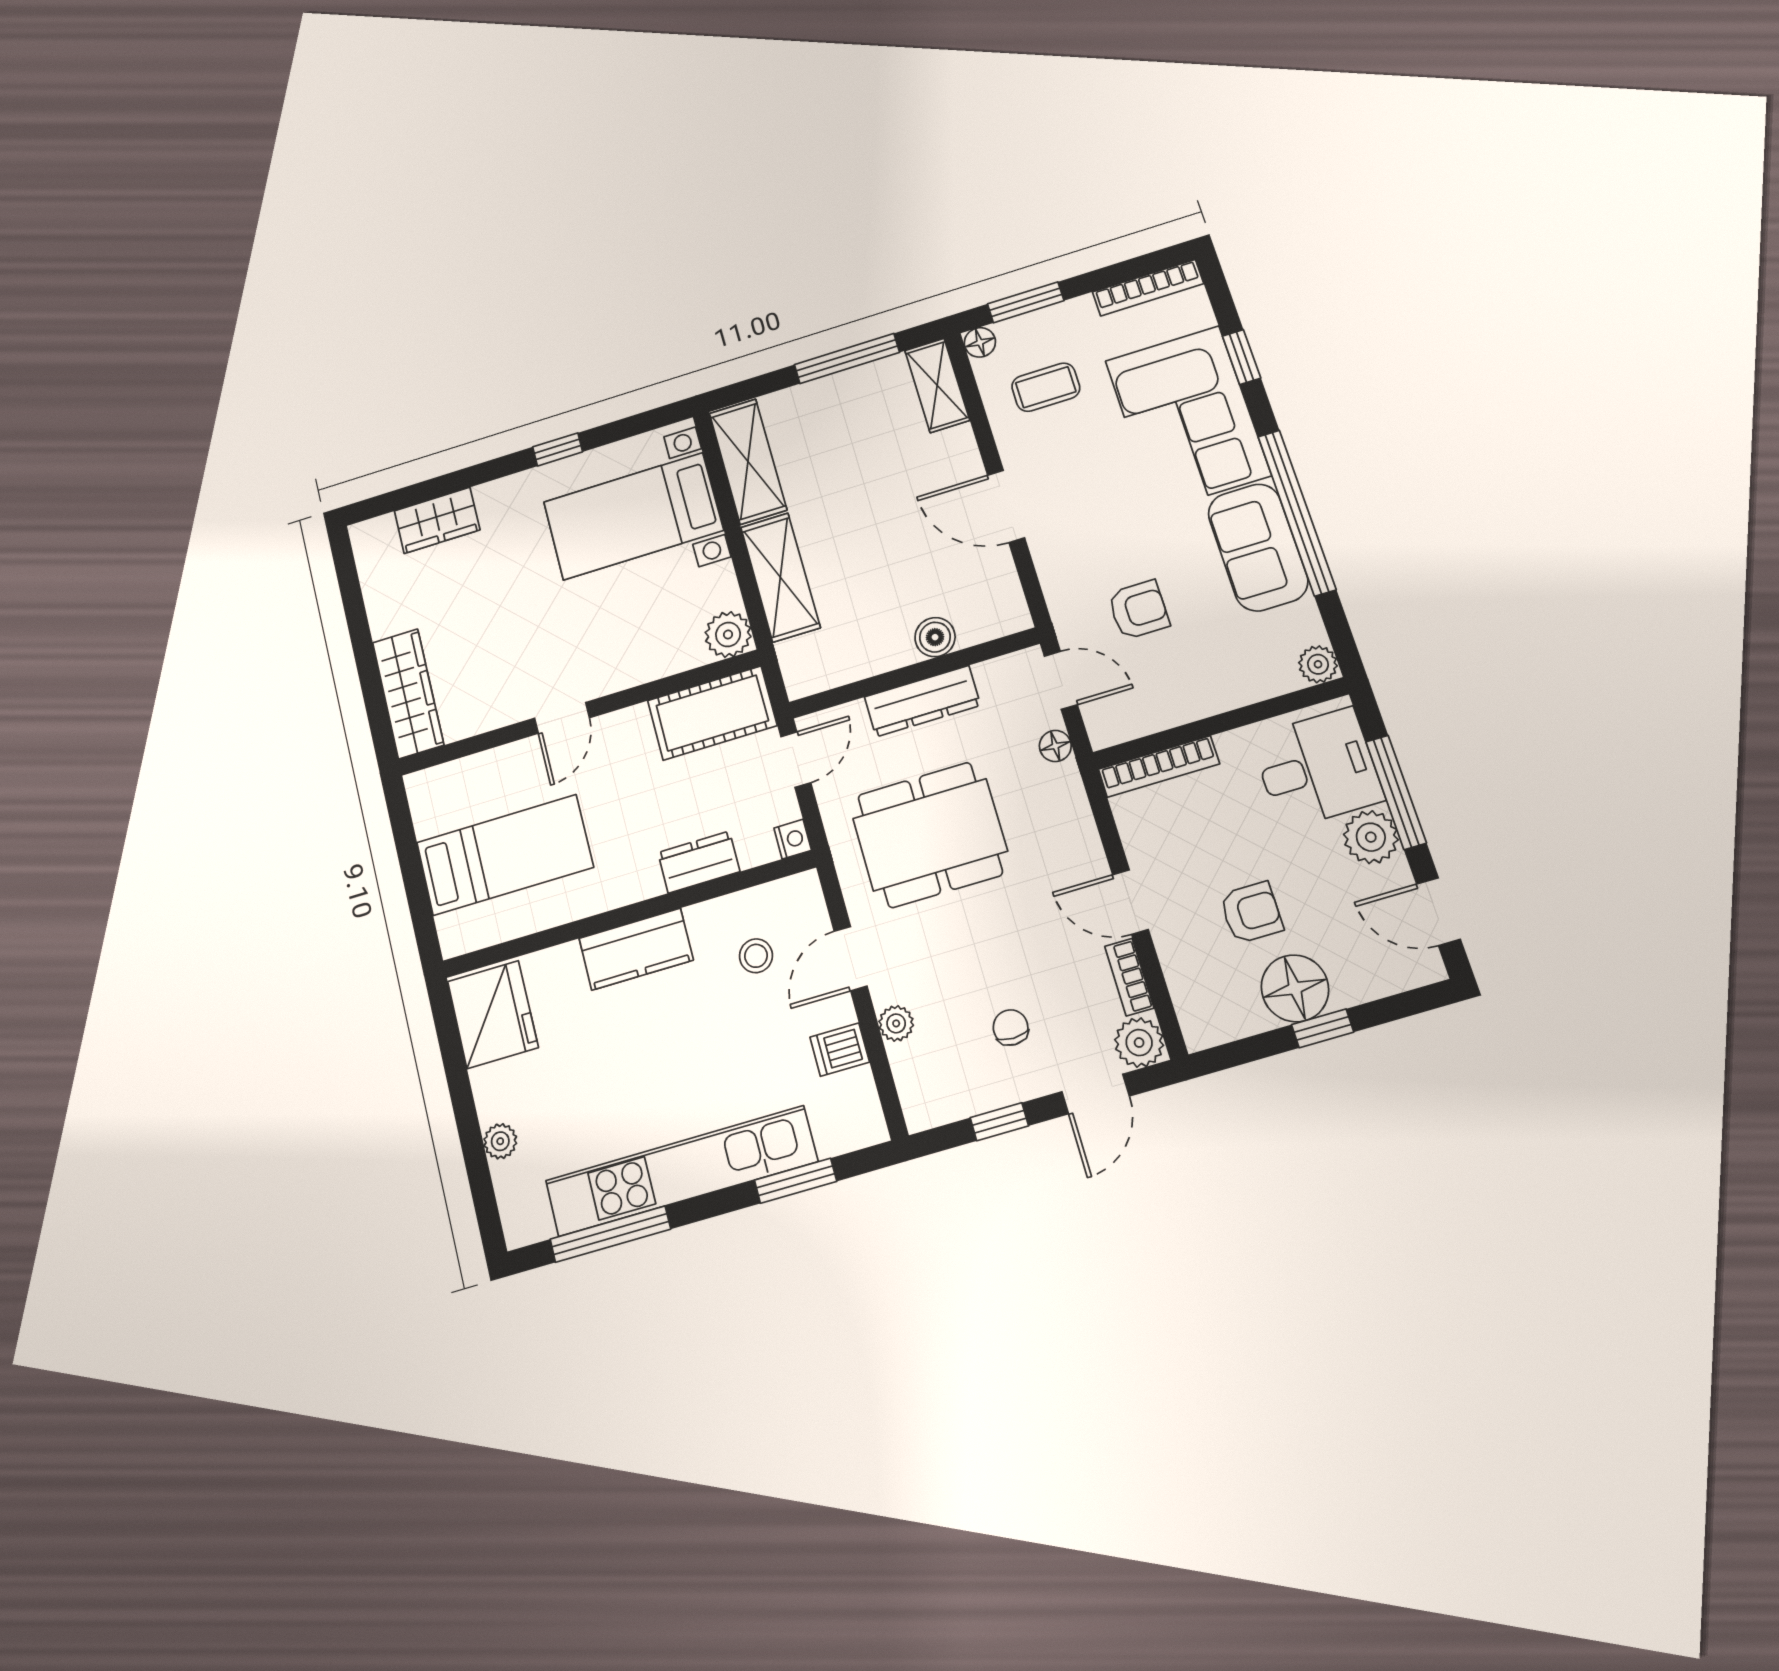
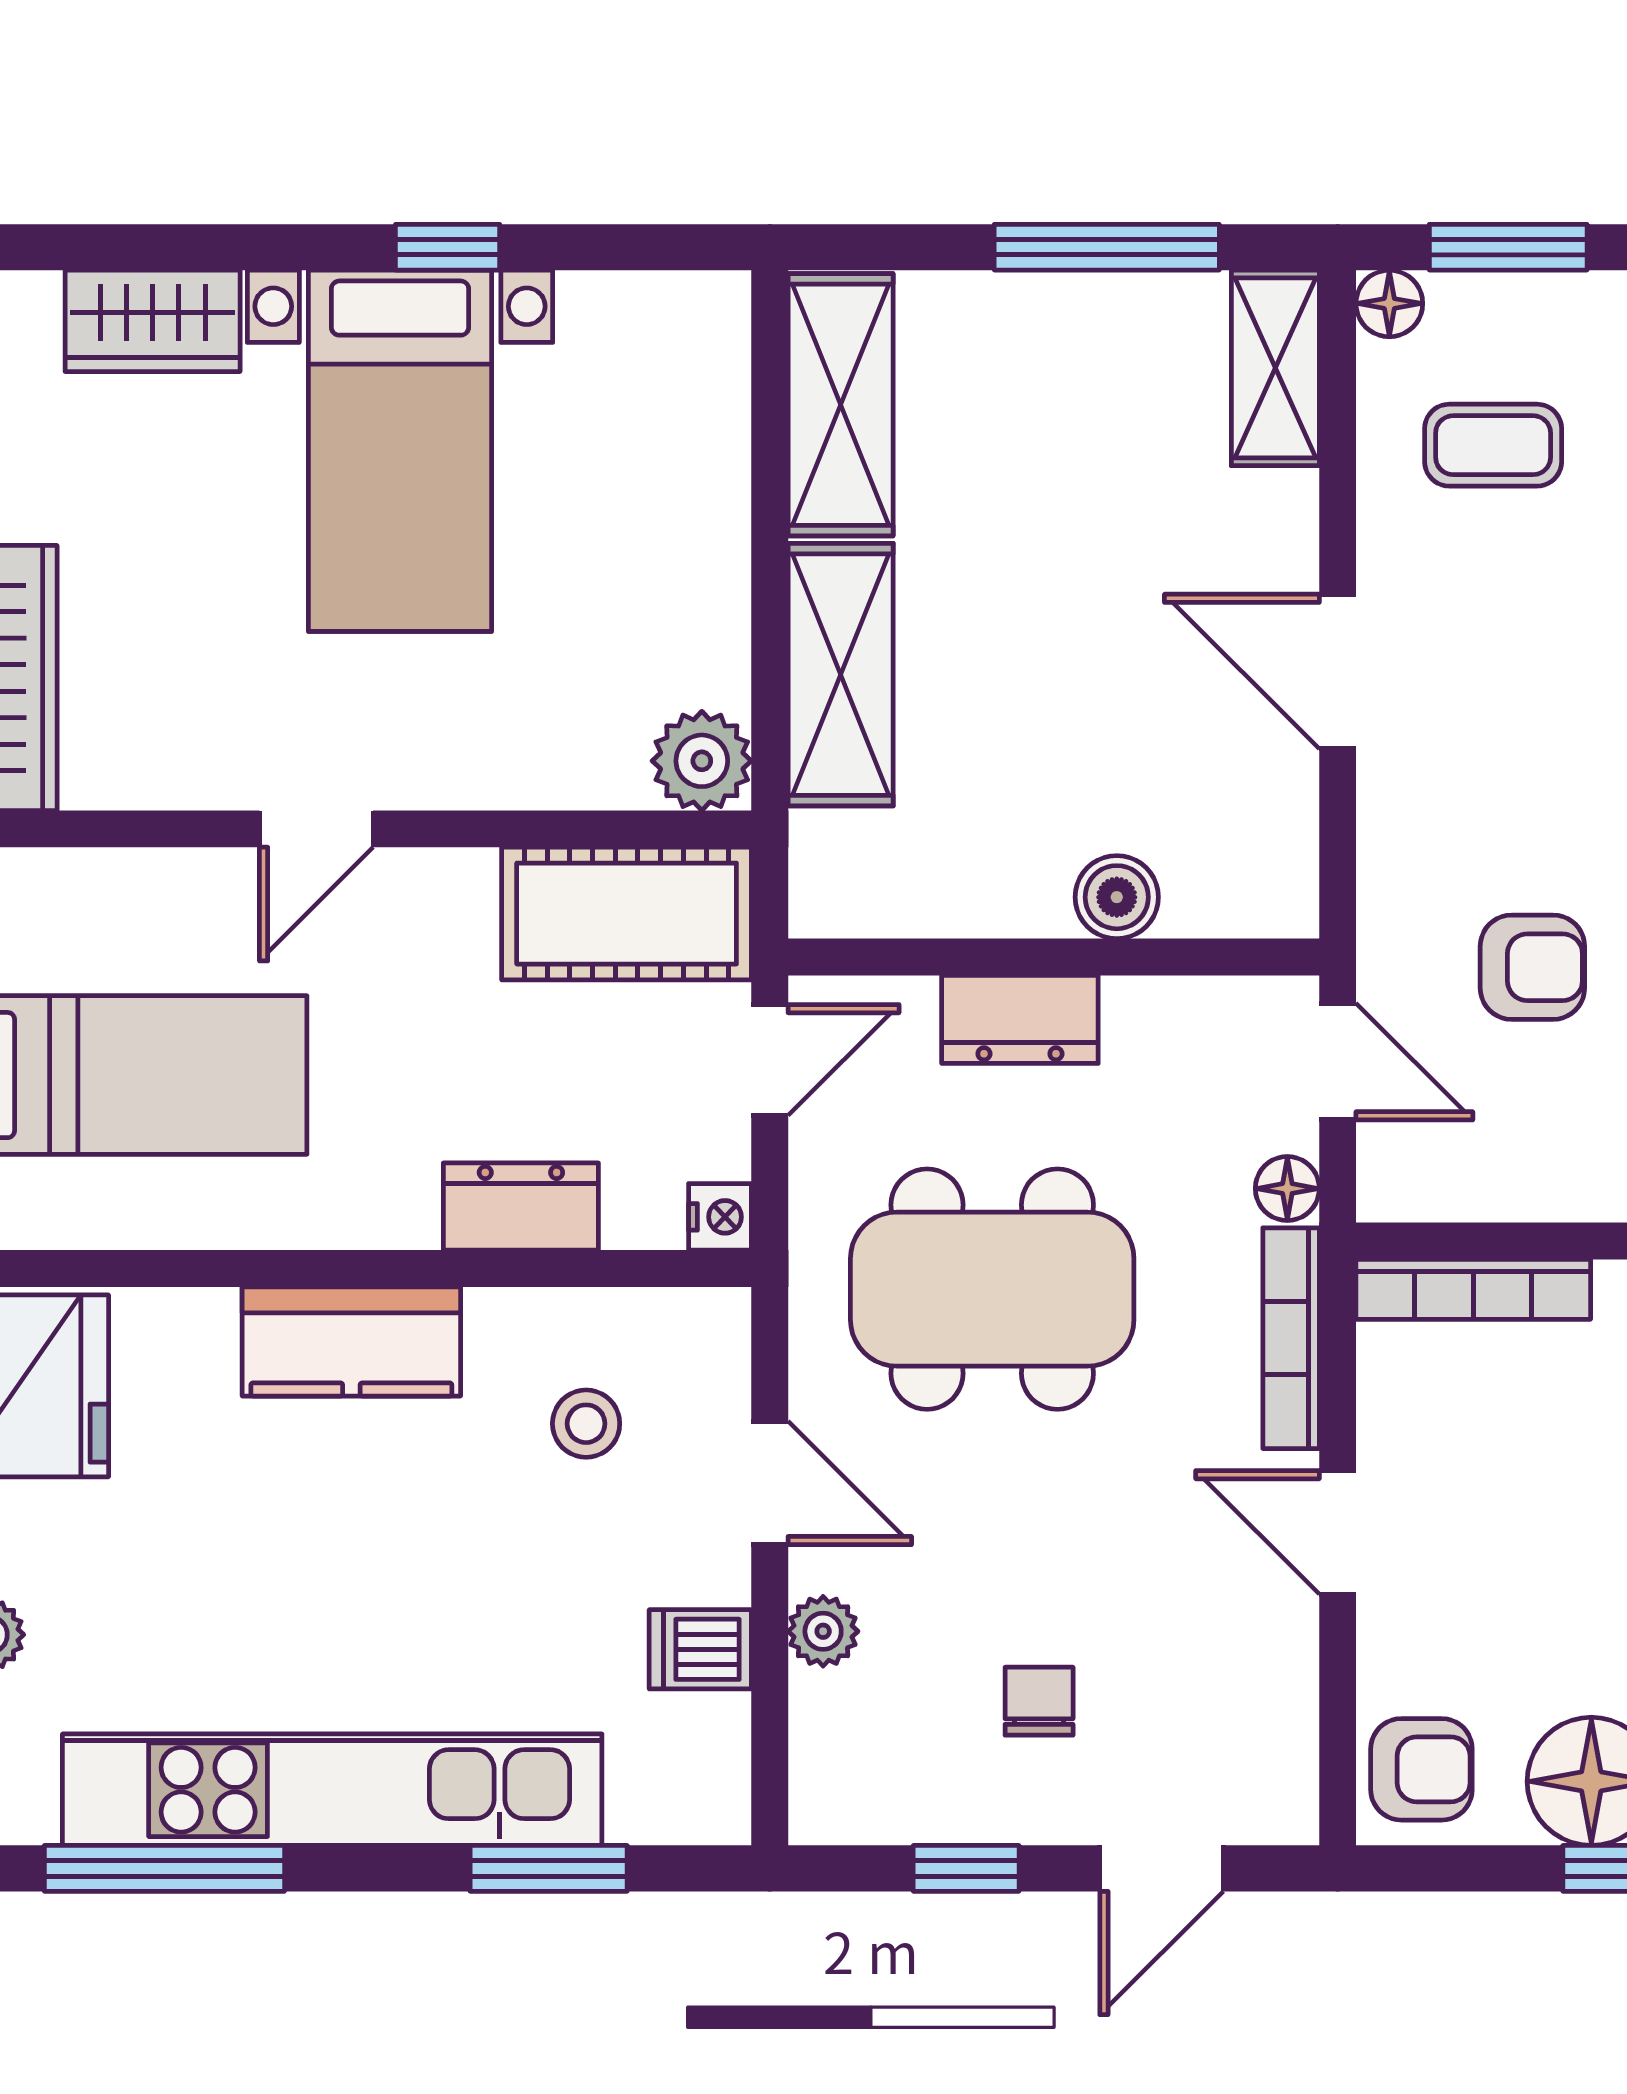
bed with nightstands: (633, 516) -> (400, 451), moved, turned -90
dresser: (922, 701) -> (1020, 1019), width x0.70
armchair: (1251, 913) -> (1421, 1769), moved
door: (851, 959) -> (770, 1483), swing flipped
bookcase: (1129, 977) -> (1291, 1338), moved, width x1.56
plant: (1139, 1043) -> (1272, 1798), removed

